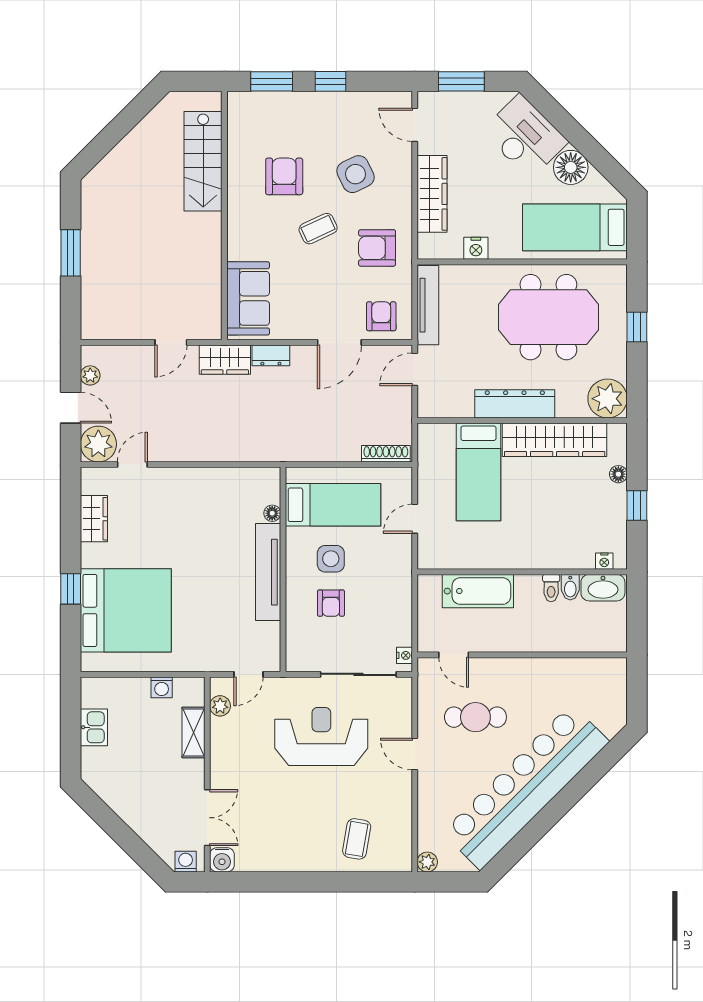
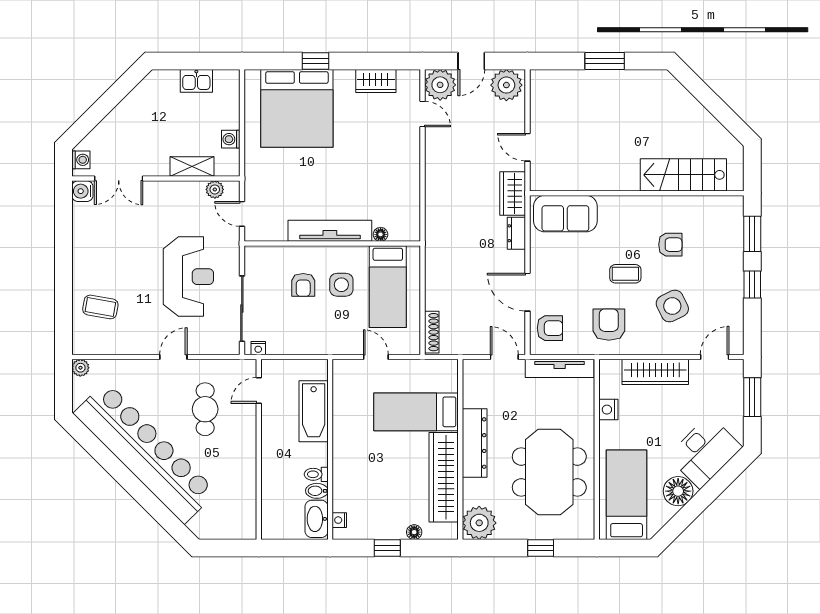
armchair: (284, 176) -> (670, 245), width x0.72, depth x0.72
coffee table: (318, 229) -> (625, 274), turned -65
plant: (90, 375) -> (506, 85), width x1.88, depth x1.88
armchair: (331, 603) -> (303, 285), turned -90

